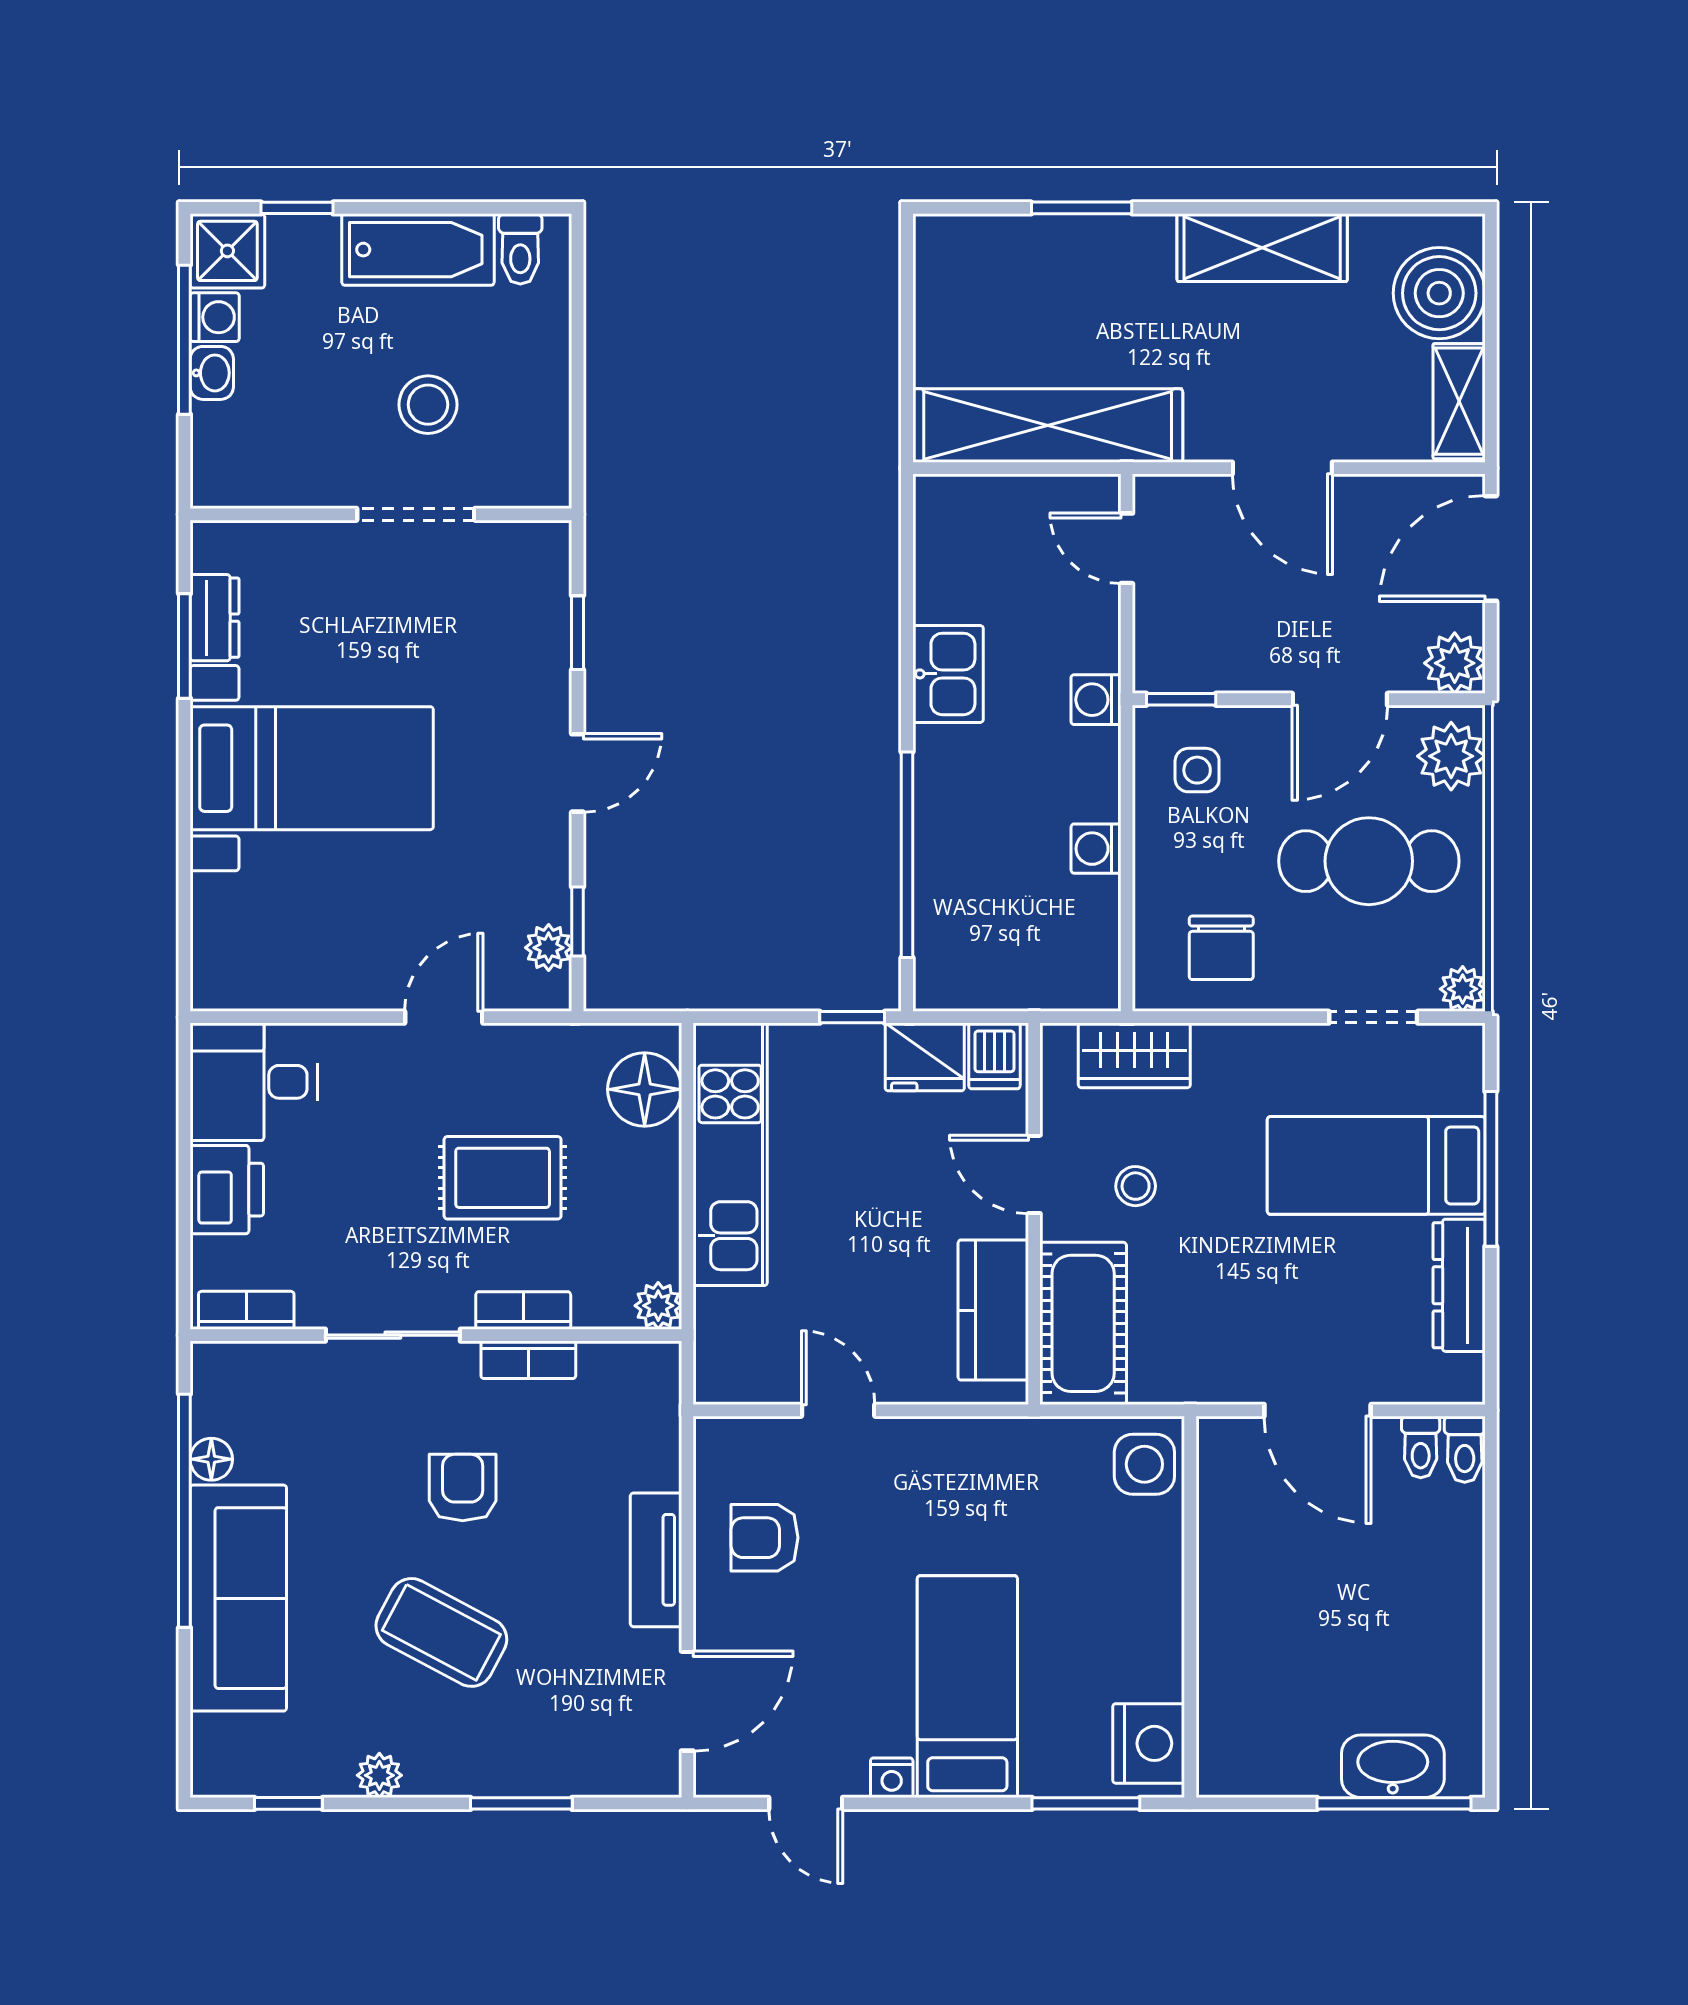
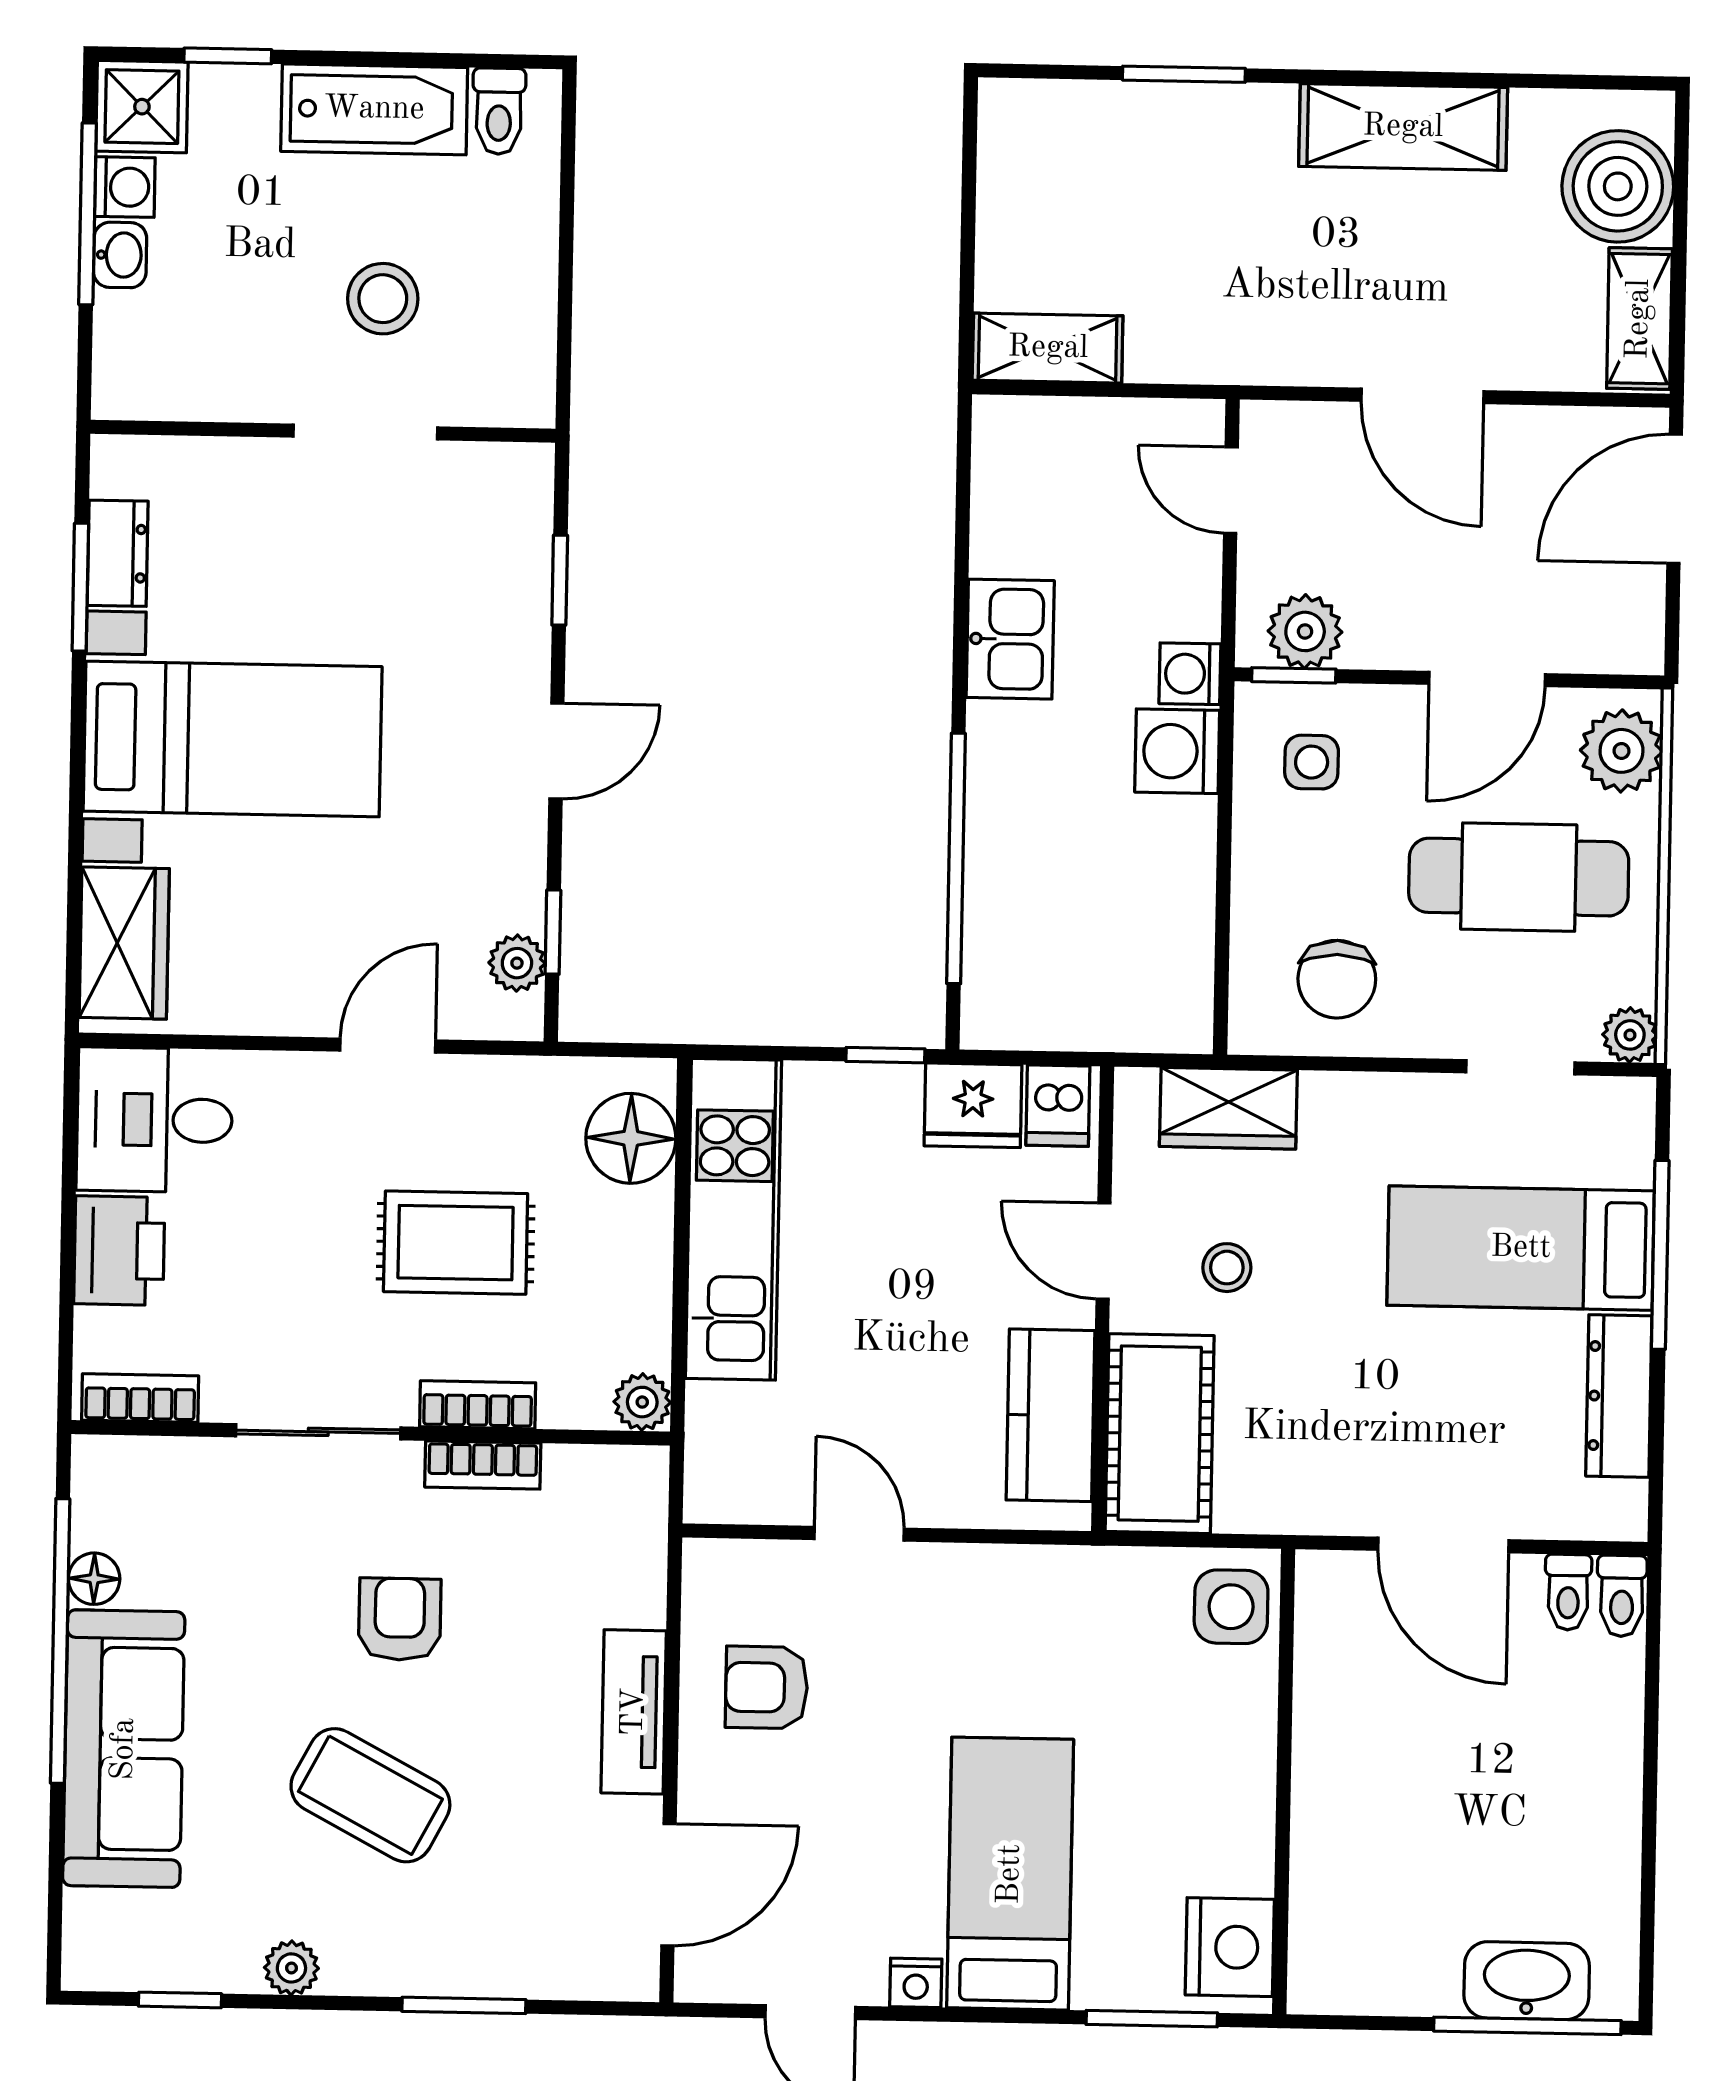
shelving: (1048, 425) -> (1048, 348), width x0.45, depth x0.75
plant: (1455, 663) -> (1305, 631), moved
washing machine: (1096, 849) -> (1177, 751), moved, width x1.38, depth x1.38
wardrobe: (226, 937) -> (124, 943), added

